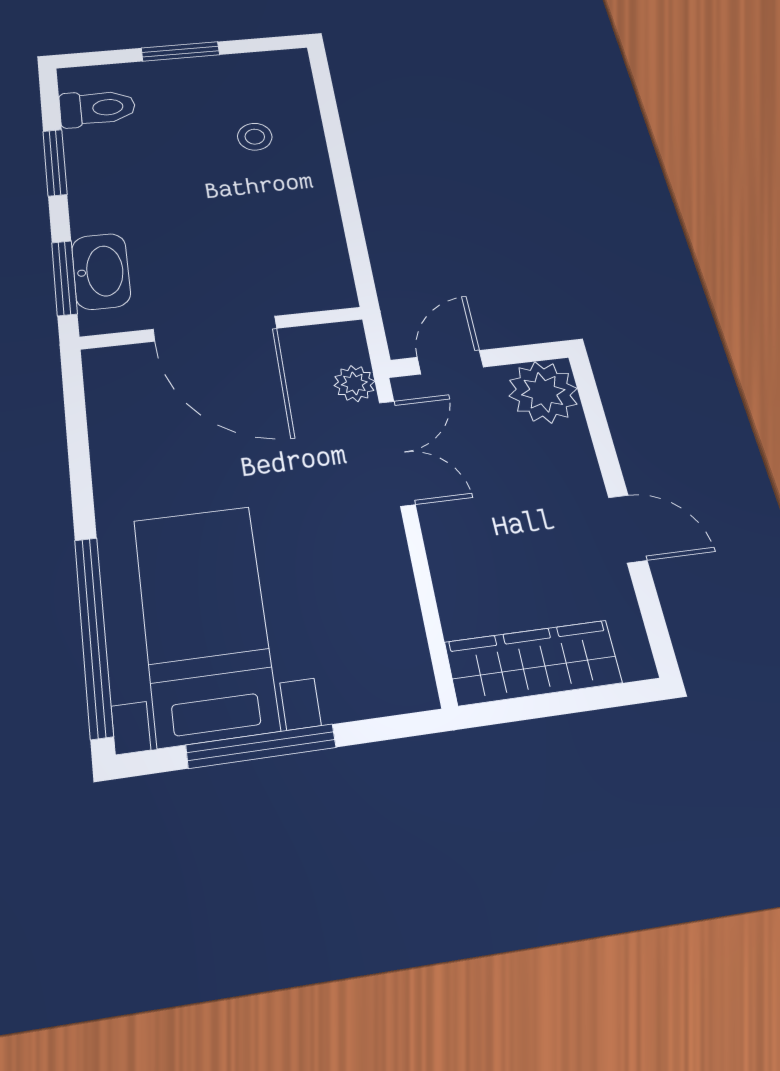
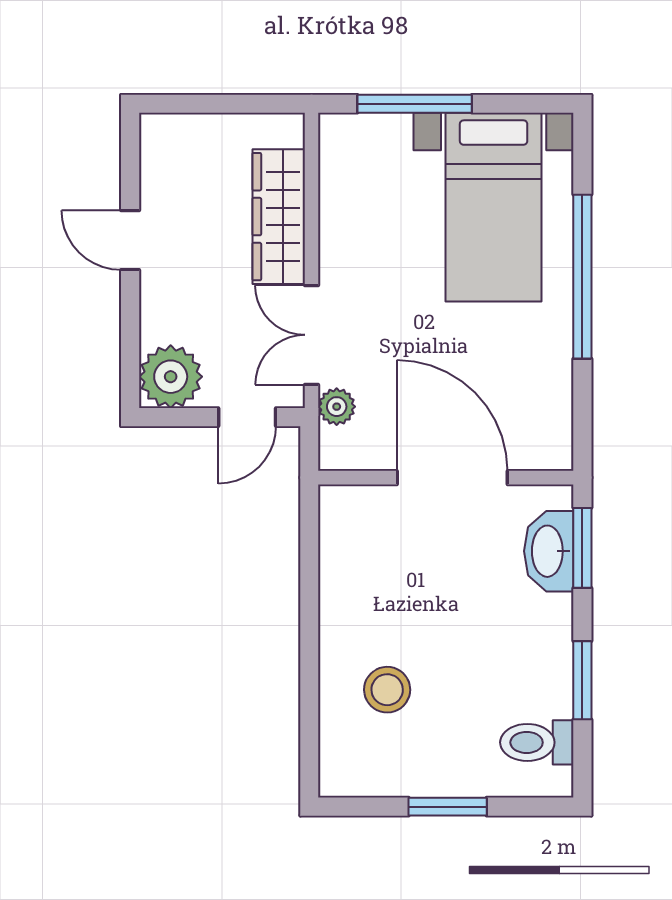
stool: (255, 137) -> (387, 690), width x1.37, depth x1.37
window: (94, 635) -> (582, 277), moved
wardrobe: (533, 663) -> (279, 217), moved, turned 90
window: (261, 746) -> (415, 104), moved

